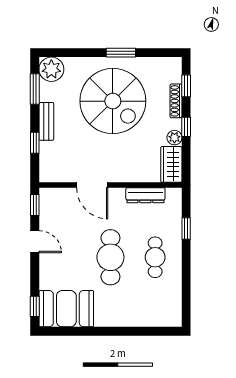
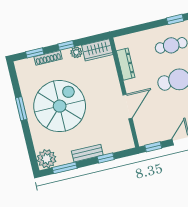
window: (186, 229) -> (175, 19), moved

